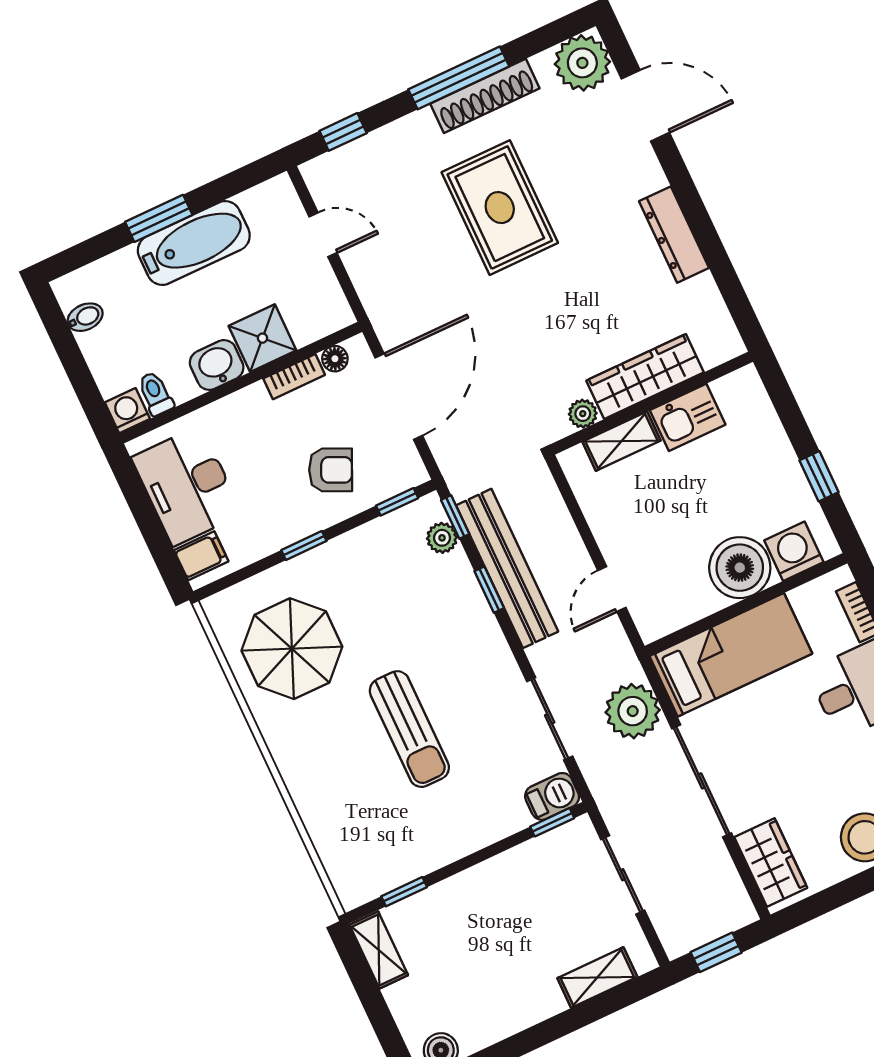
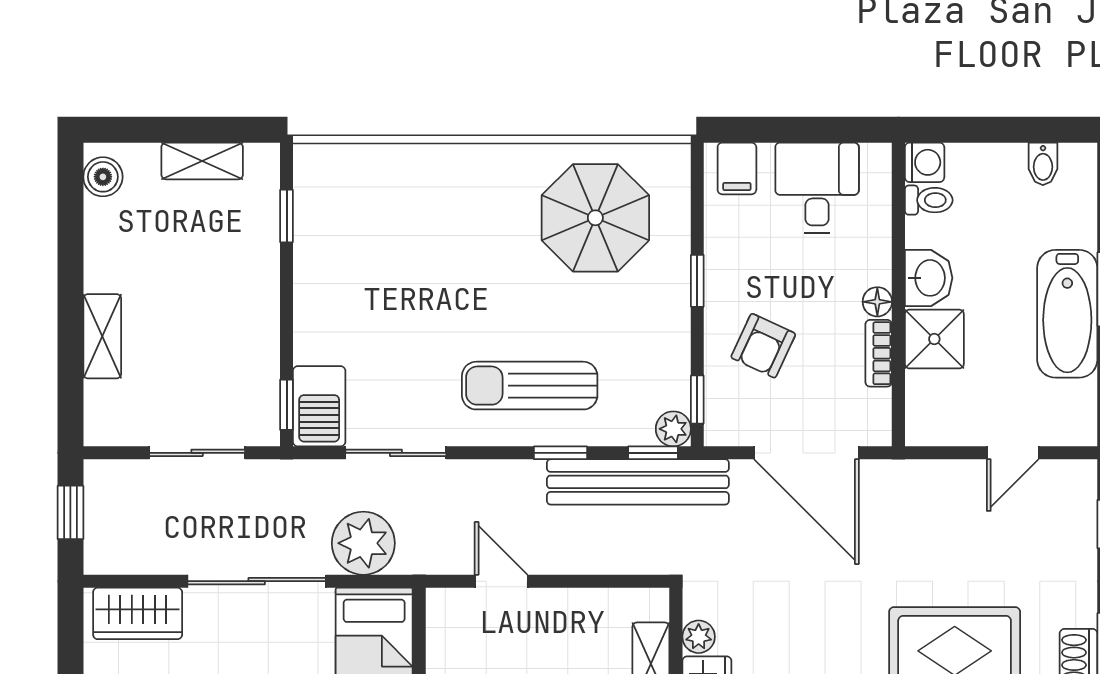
floor lamp: (335, 359) -> (877, 302), moved
desk: (187, 486) -> (817, 188), width x0.73
plant: (442, 538) -> (673, 429), moved
bench: (507, 568) -> (638, 482), moved
sun lounger: (409, 729) -> (530, 386), moved
barbecue: (552, 796) -> (319, 406), width x1.38, depth x1.27
shelving: (379, 950) -> (202, 161), moved
shelving: (597, 978) -> (102, 336), moved

